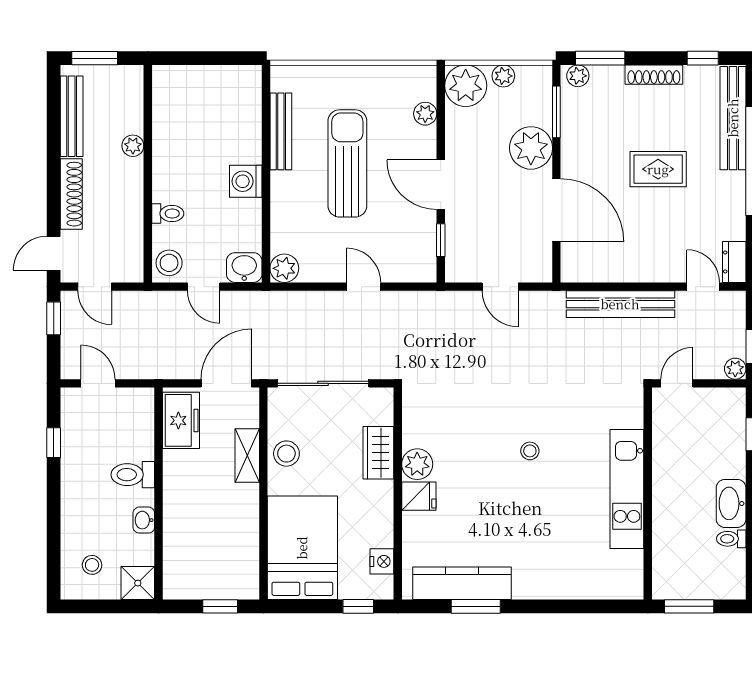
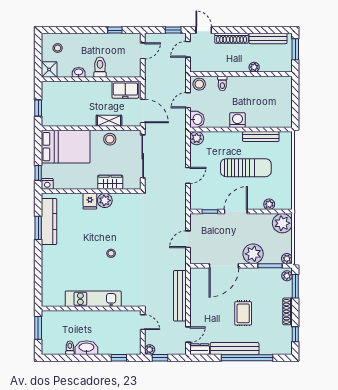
plant: (503, 76) -> (287, 259), moved
bench: (733, 118) -> (235, 349), moved
nightstand: (382, 561) -> (47, 184), moved

